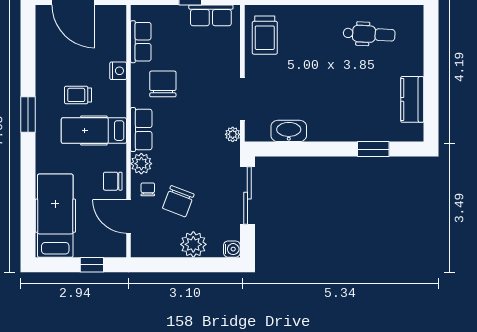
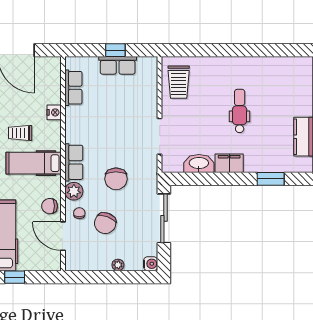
row of seats: (211, 15) -> (118, 65), moved
dental chair: (369, 34) -> (240, 111), moved, turned -93
chair: (163, 84) -> (116, 179), moved, turned 180
filing cabinet: (324, 131) -> (229, 163), added
plant: (233, 134) -> (151, 166), removed
plant: (193, 244) -> (118, 265), width x0.53, depth x0.53
window: (92, 265) -> (15, 277), moved

